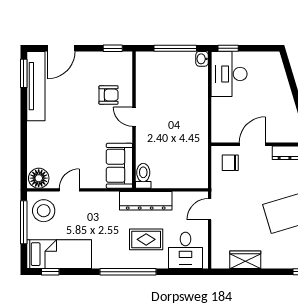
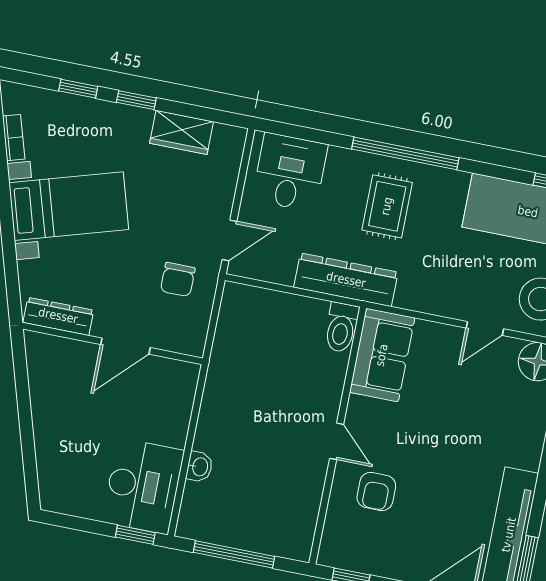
washbasin: (202, 59) -> (199, 467), moved
armchair: (109, 95) -> (376, 491), turned -90
chair: (230, 163) -> (178, 280), moved, turned 90
rug: (146, 239) -> (387, 206), moved, turned 90
window: (272, 272) -> (136, 100), added

